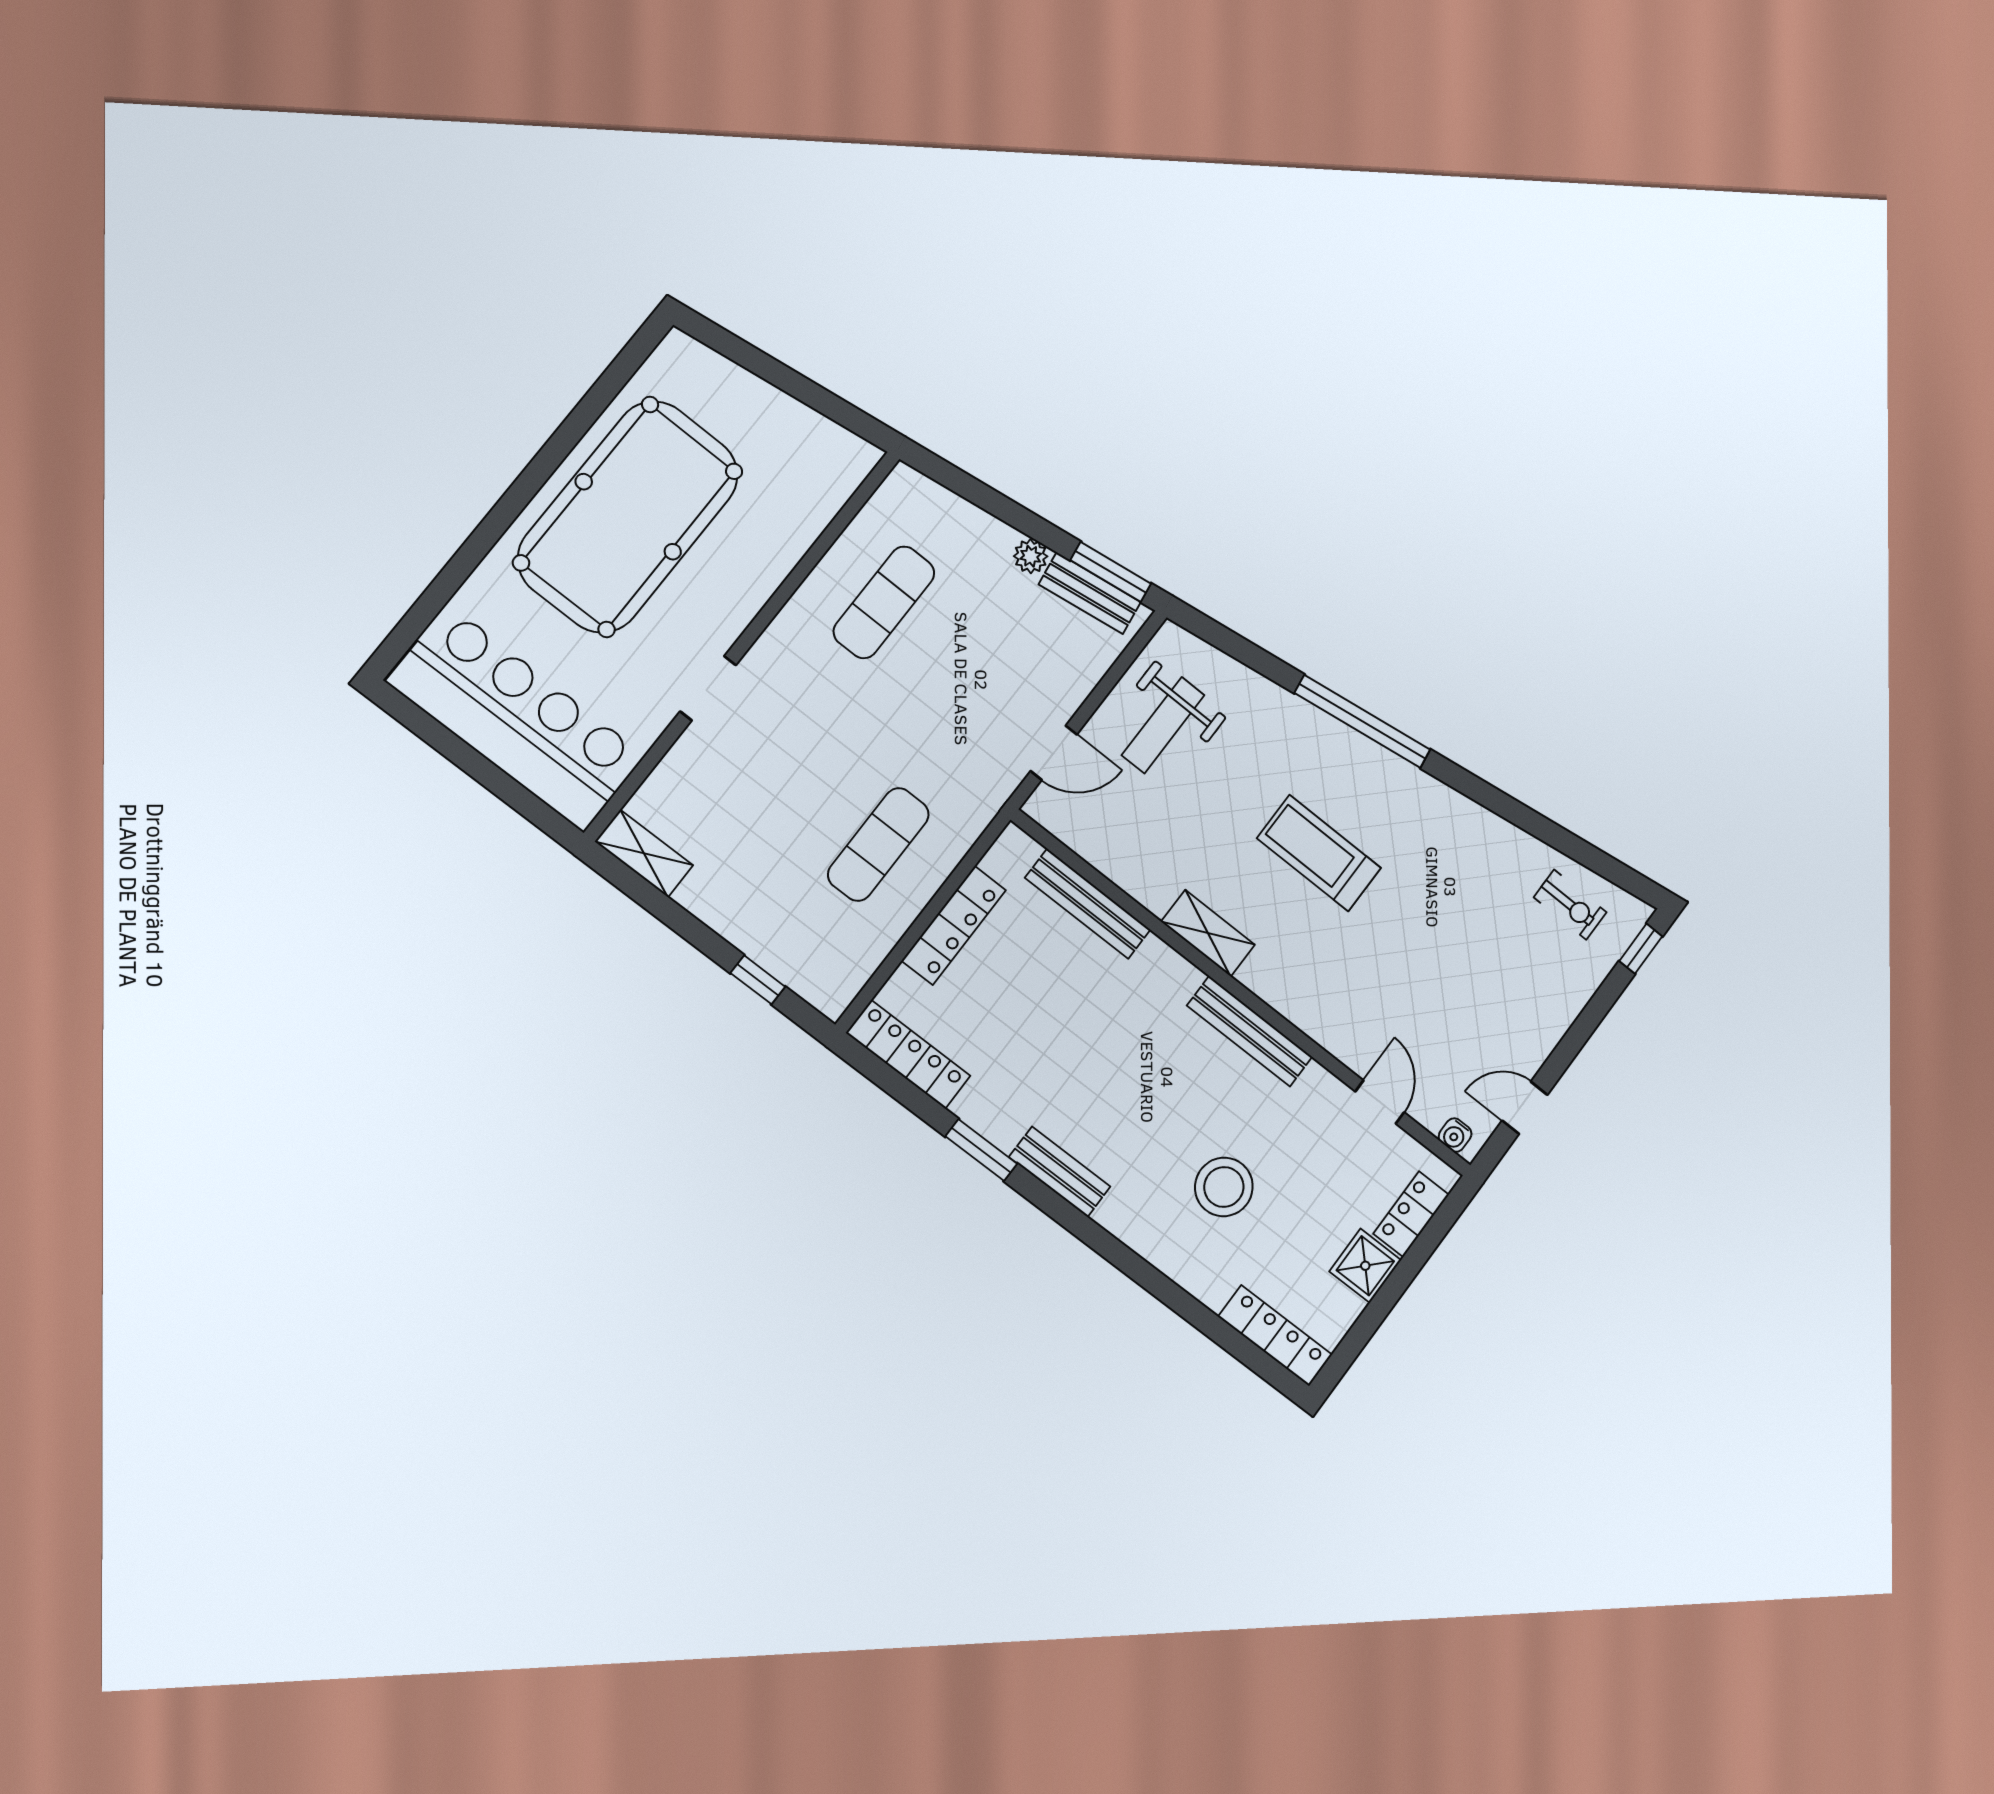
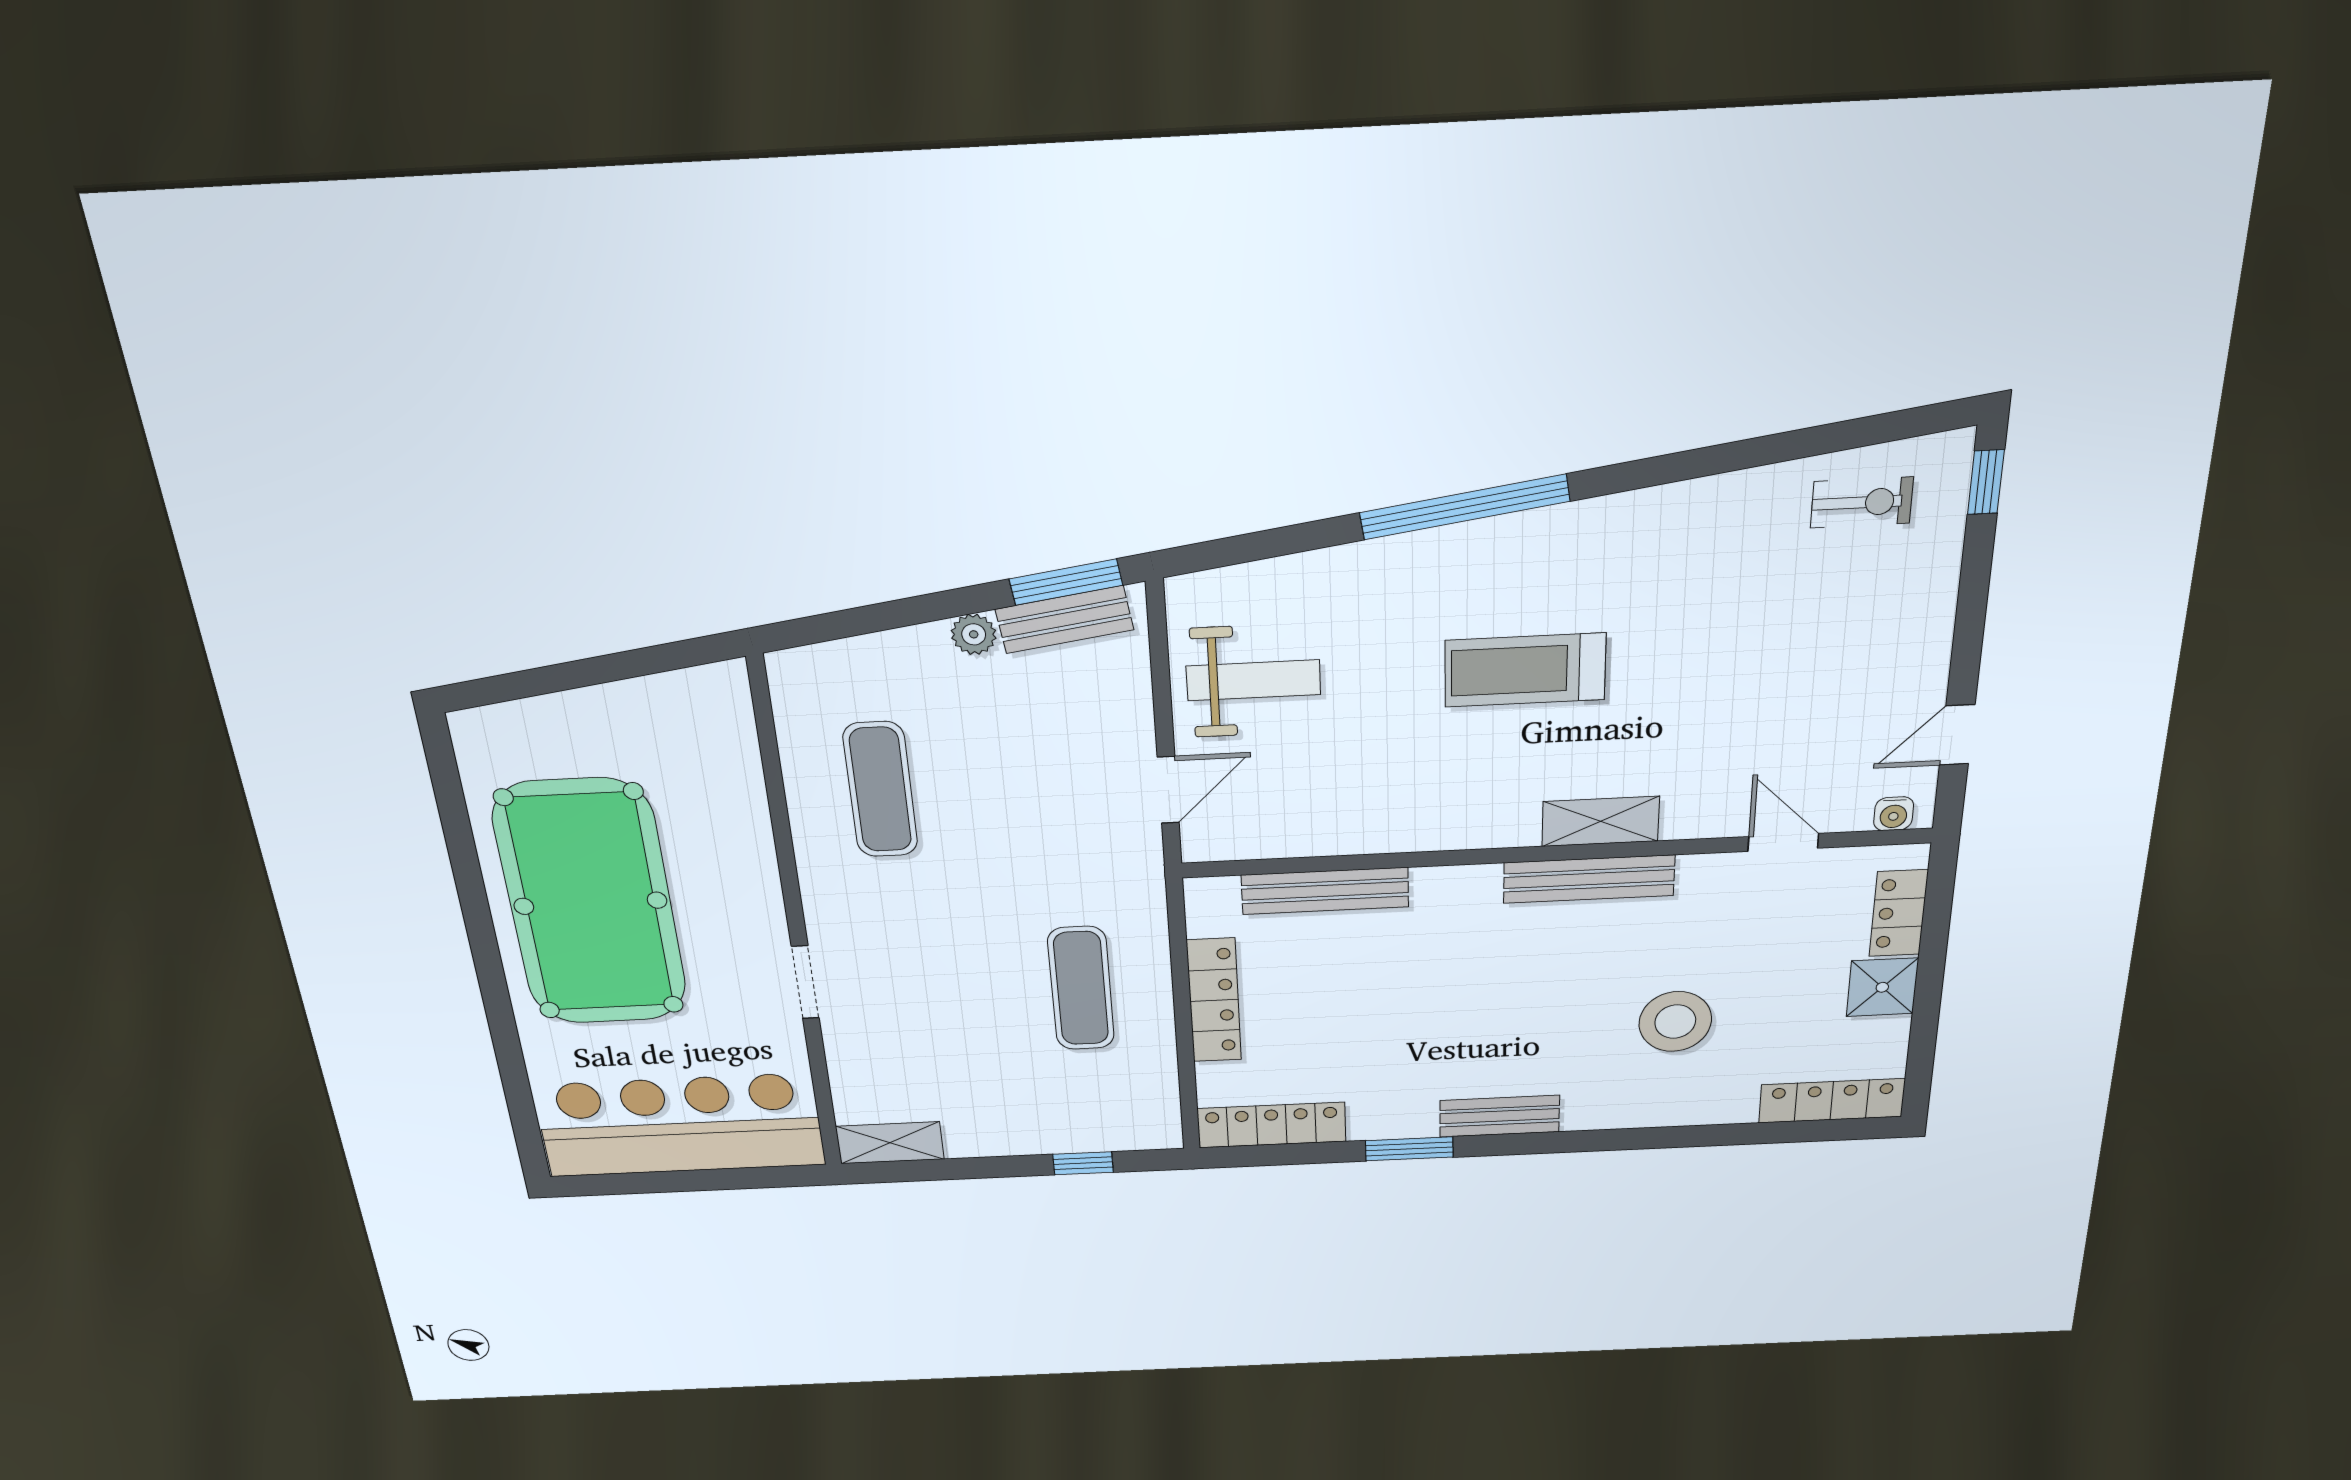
weight bench: (1163, 725) -> (1253, 680), turned -90
shelving: (1208, 933) -> (1601, 821), moved

